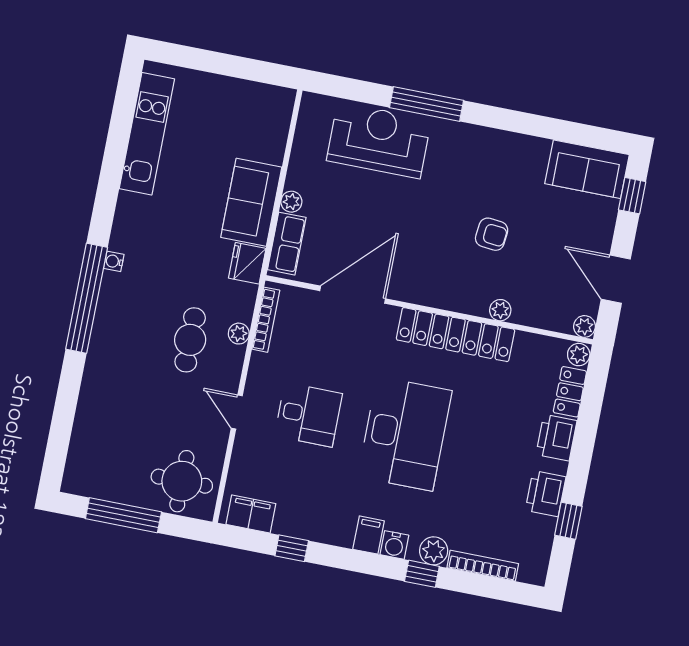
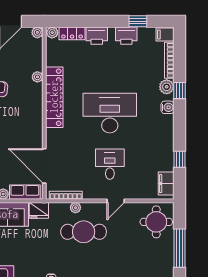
door: (353, 295) -> (44, 166), moved
cafe table: (190, 340) -> (84, 232), width x1.37, depth x1.35
filing cabinet: (369, 535) -> (165, 34), moved

